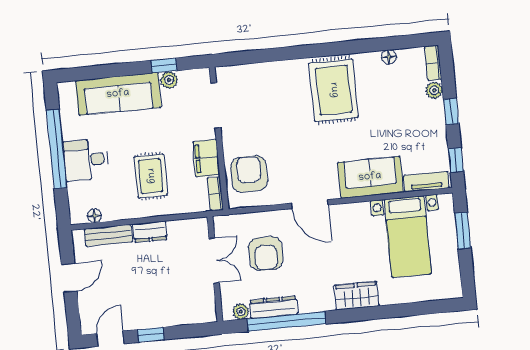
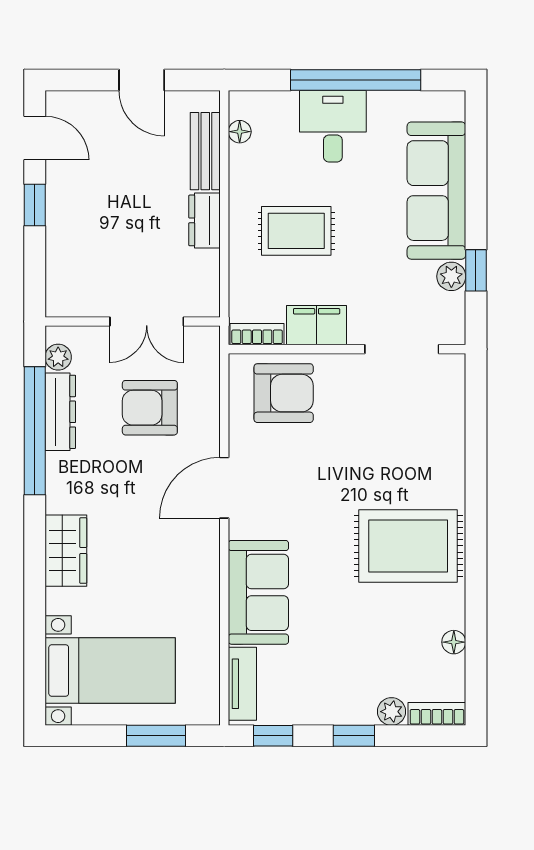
bed with nightstands: (408, 236) -> (110, 671), moved, turned 180

